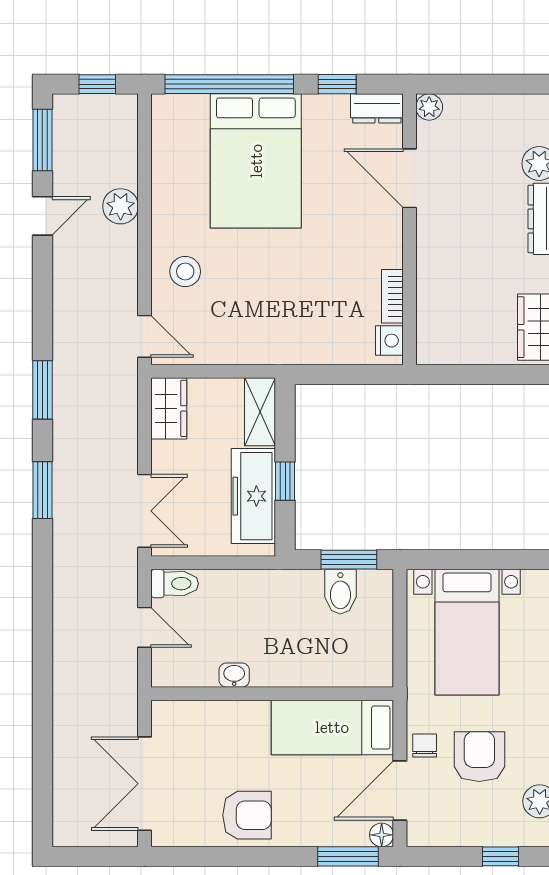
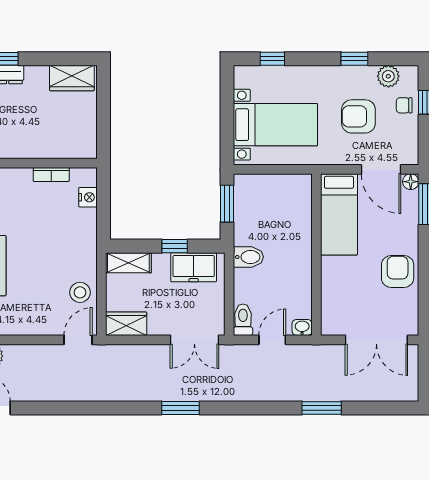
stool: (185, 272) -> (80, 292), moved
nightstand: (389, 341) -> (88, 197), moved, turned 90
window: (42, 390) -> (322, 408), moved
freezer: (253, 496) -> (194, 267), width x0.71
double door: (145, 511) -> (194, 340), swing flipped
bidet: (340, 592) -> (248, 257), moved
washbasin: (234, 675) -> (302, 327), moved, turned 90
chair: (425, 745) -> (404, 105), moved

